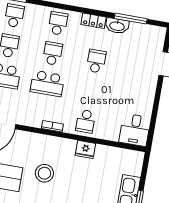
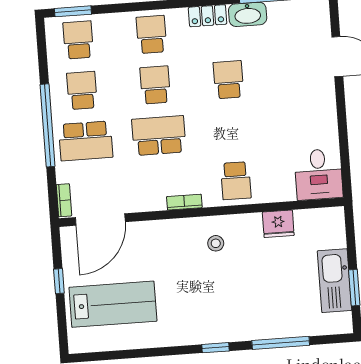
school desk: (47, 84) -> (159, 136), turned 180
fridge: (85, 149) -> (278, 224), moved
stool: (44, 173) -> (216, 243), moved, width x0.53, depth x0.53

